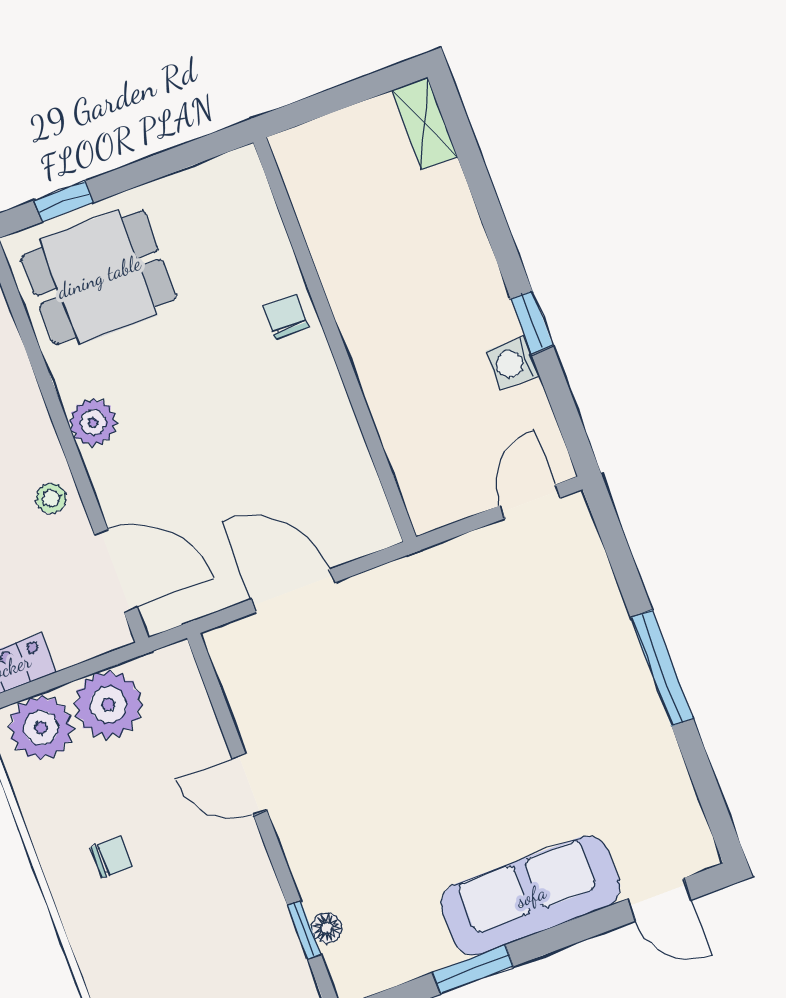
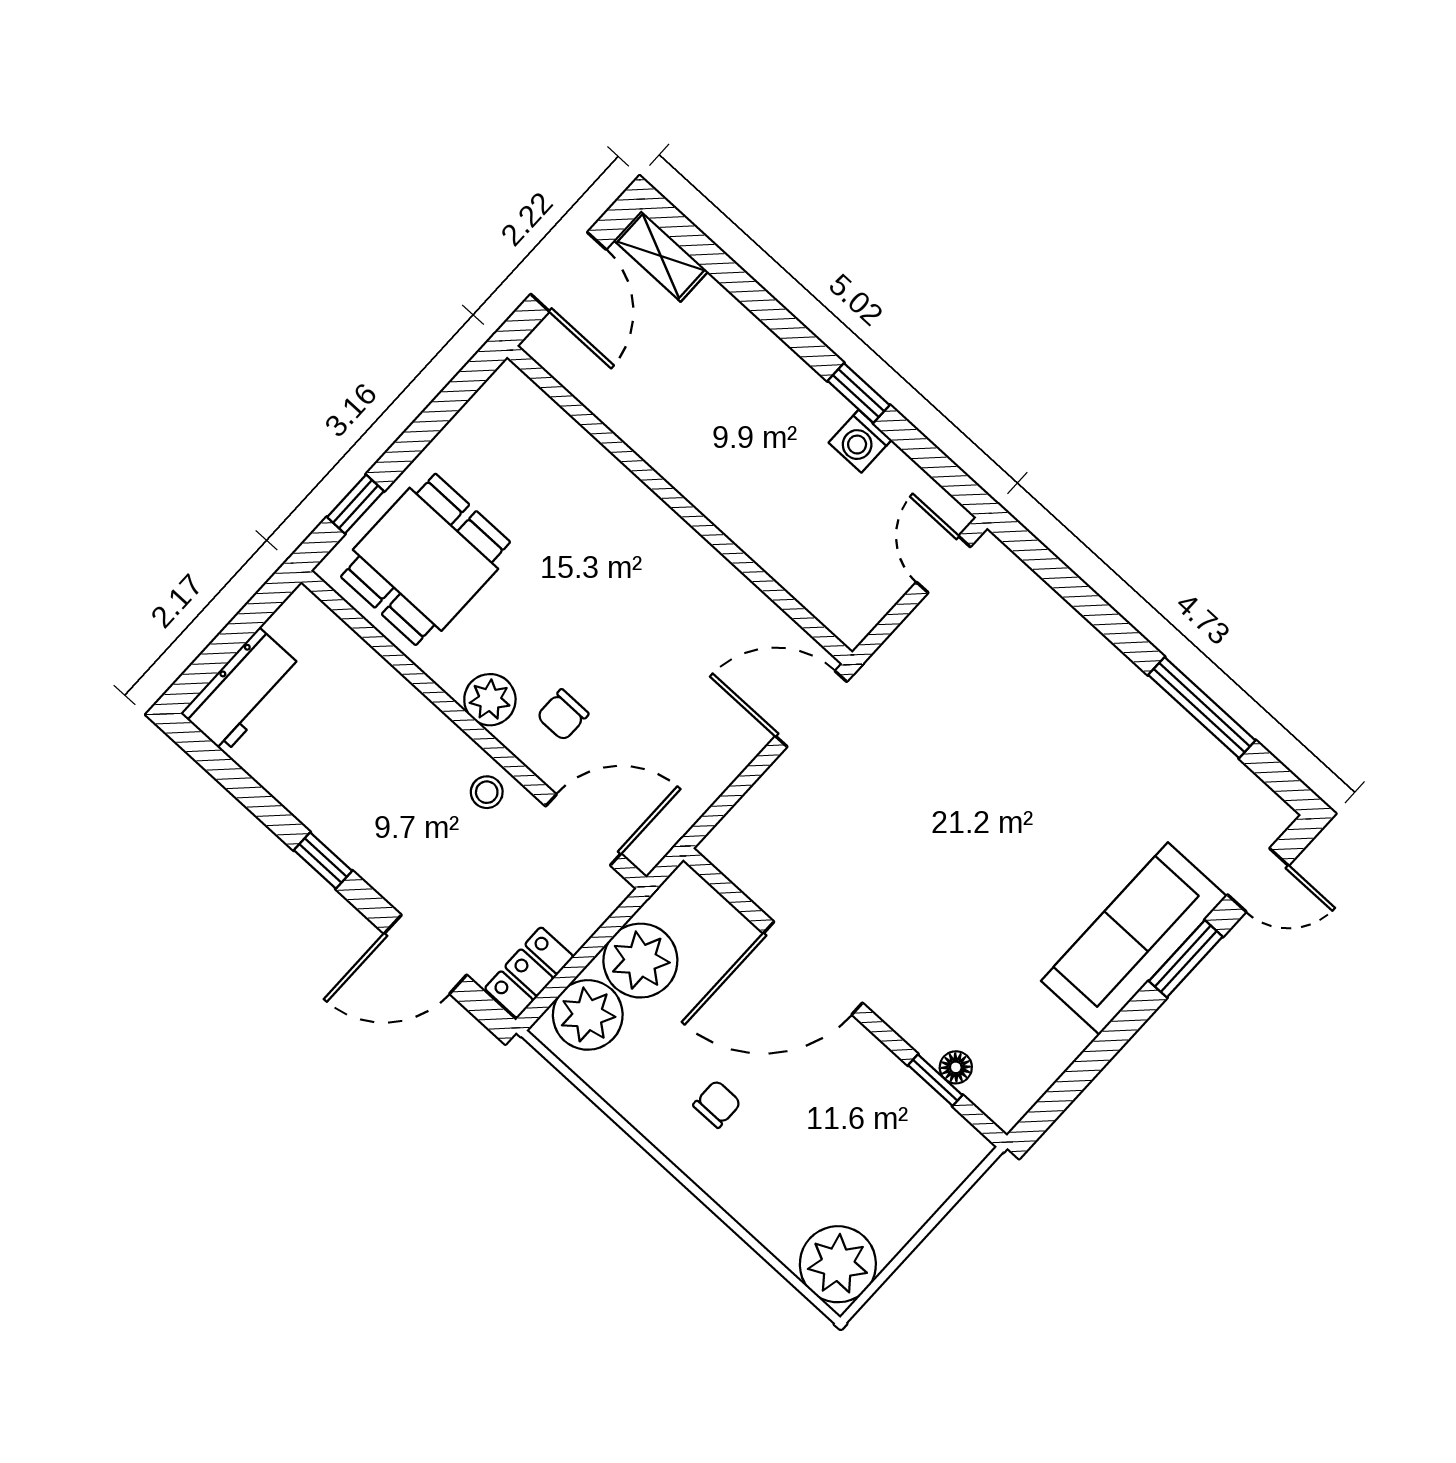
door: (340, 97) -> (568, 272), added
chair: (286, 317) -> (563, 715), moved, turned -90
door: (293, 591) -> (811, 709), moved
window: (662, 668) -> (1202, 708), moved
door: (249, 784) -> (813, 968), width x1.87
window: (473, 970) -> (1186, 959), moved

